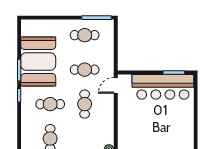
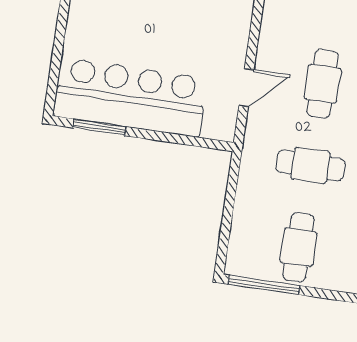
cafe table: (85, 35) -> (298, 247), turned 90
door: (116, 85) -> (246, 88), moved

